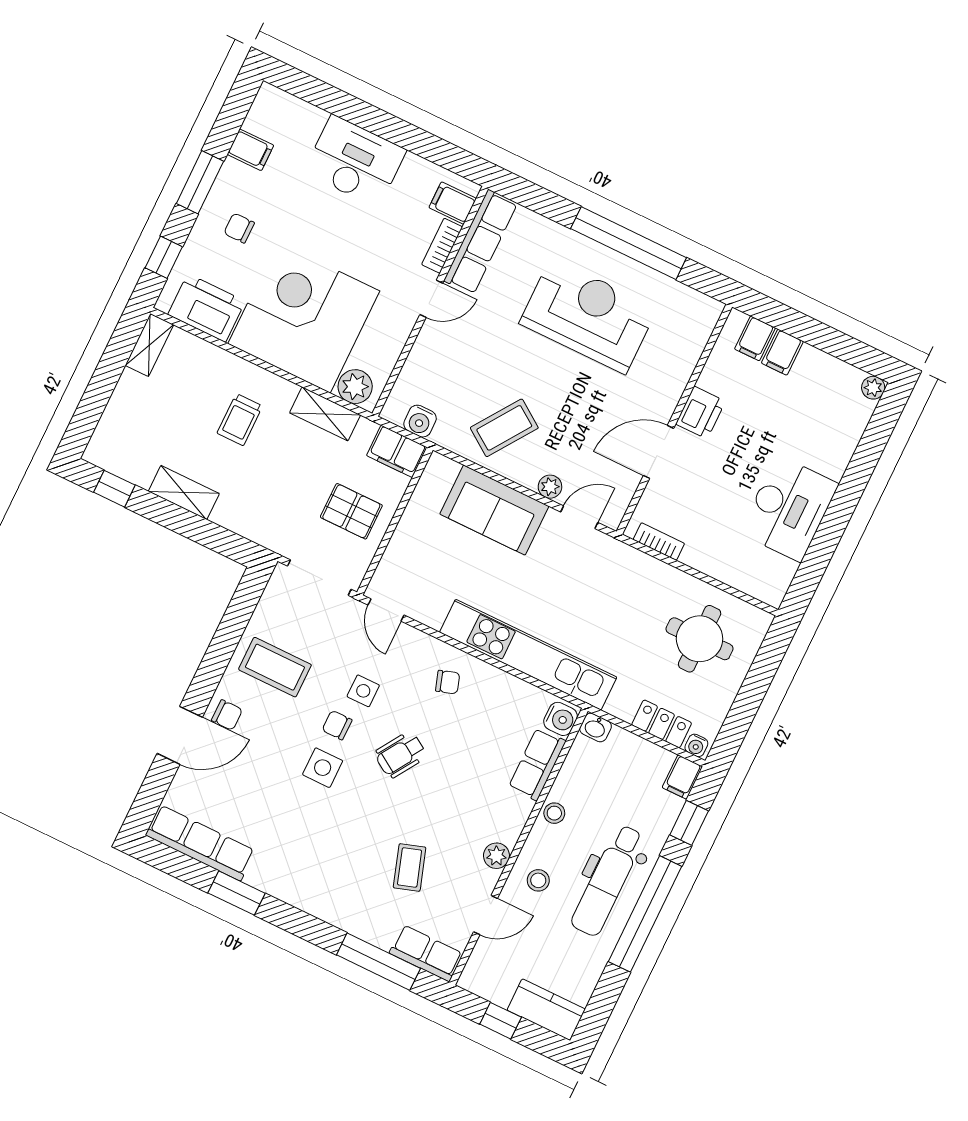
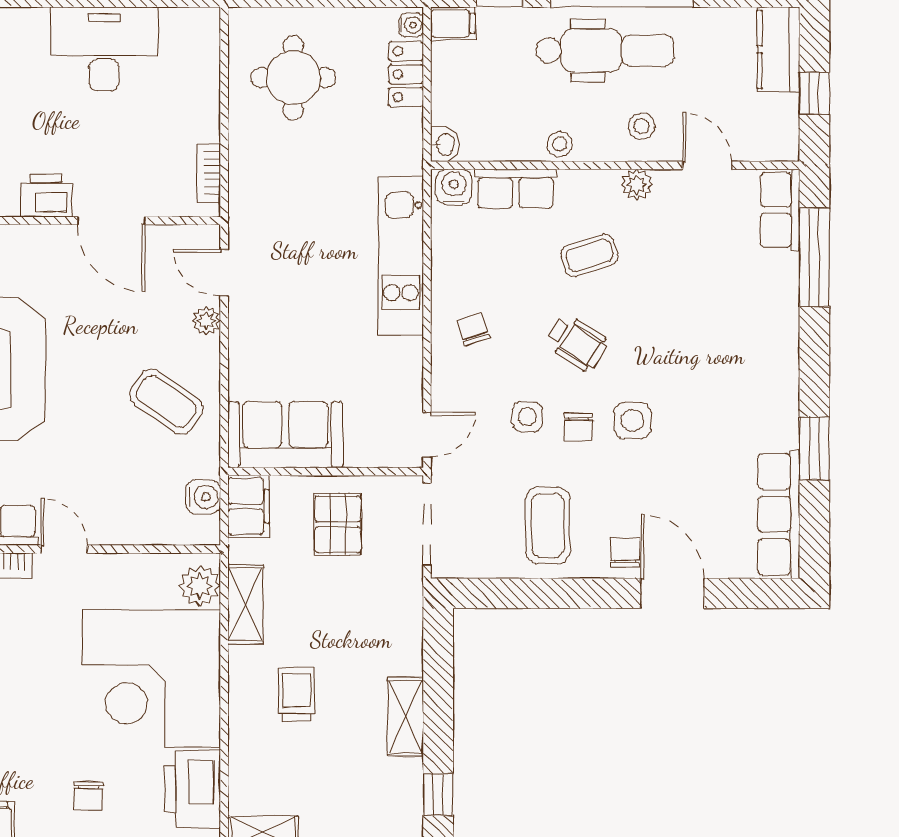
trolley: (240, 420) -> (297, 694), turned -90
sofa: (494, 510) -> (285, 435), moved, turned -90
kitchen unit: (528, 655) -> (401, 256), width x0.73
coffee table: (410, 867) -> (589, 255), moved

